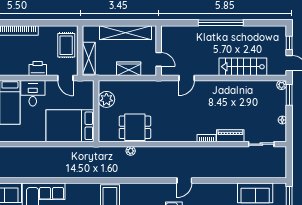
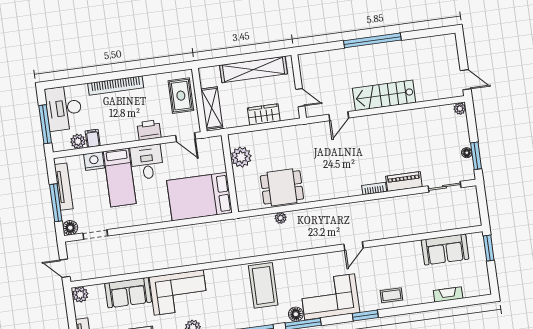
window: (289, 43) -> (462, 54), removed
stairs: (243, 67) -> (384, 95), moved
window: (289, 95) -> (476, 156), moved

